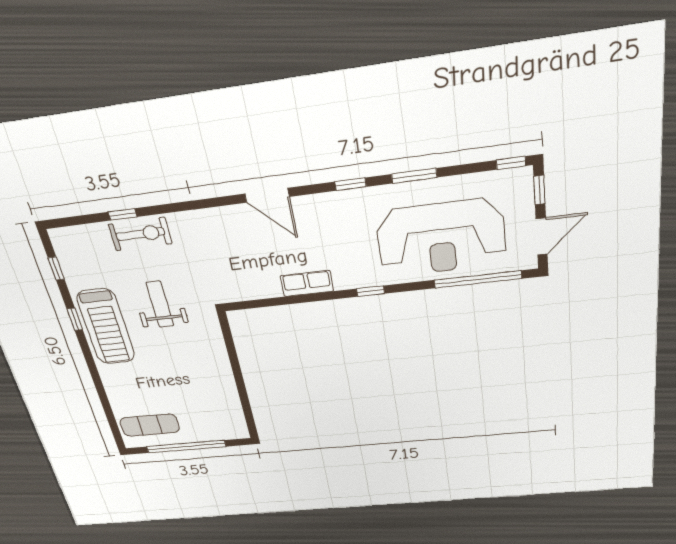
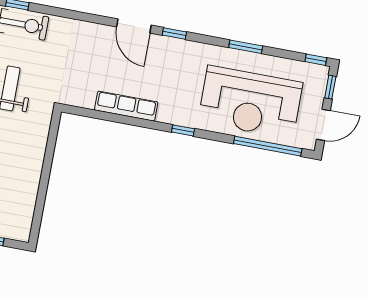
window: (351, 184) -> (174, 34), moved
row of seats: (307, 283) -> (126, 106), width x1.48

